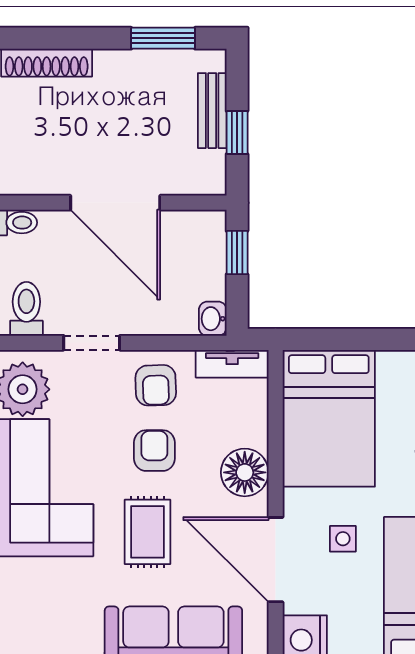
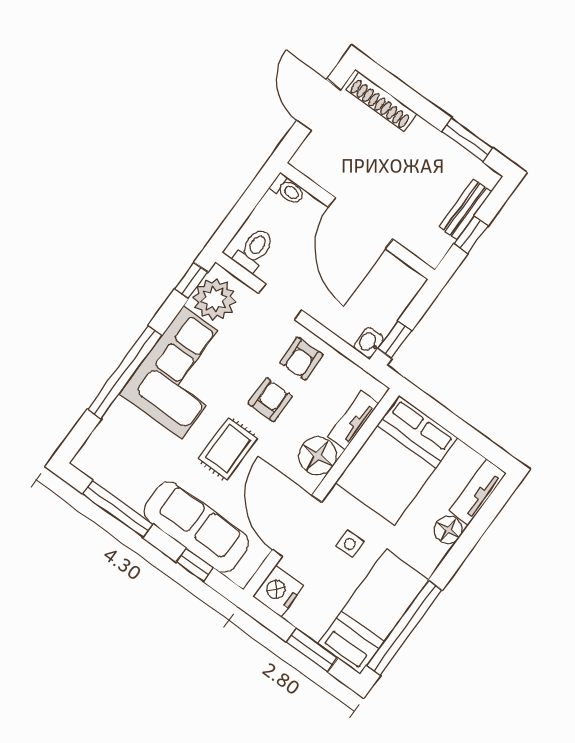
window: (237, 253) -> (395, 340), moved
tv unit: (232, 364) -> (353, 420), moved, turned 90

